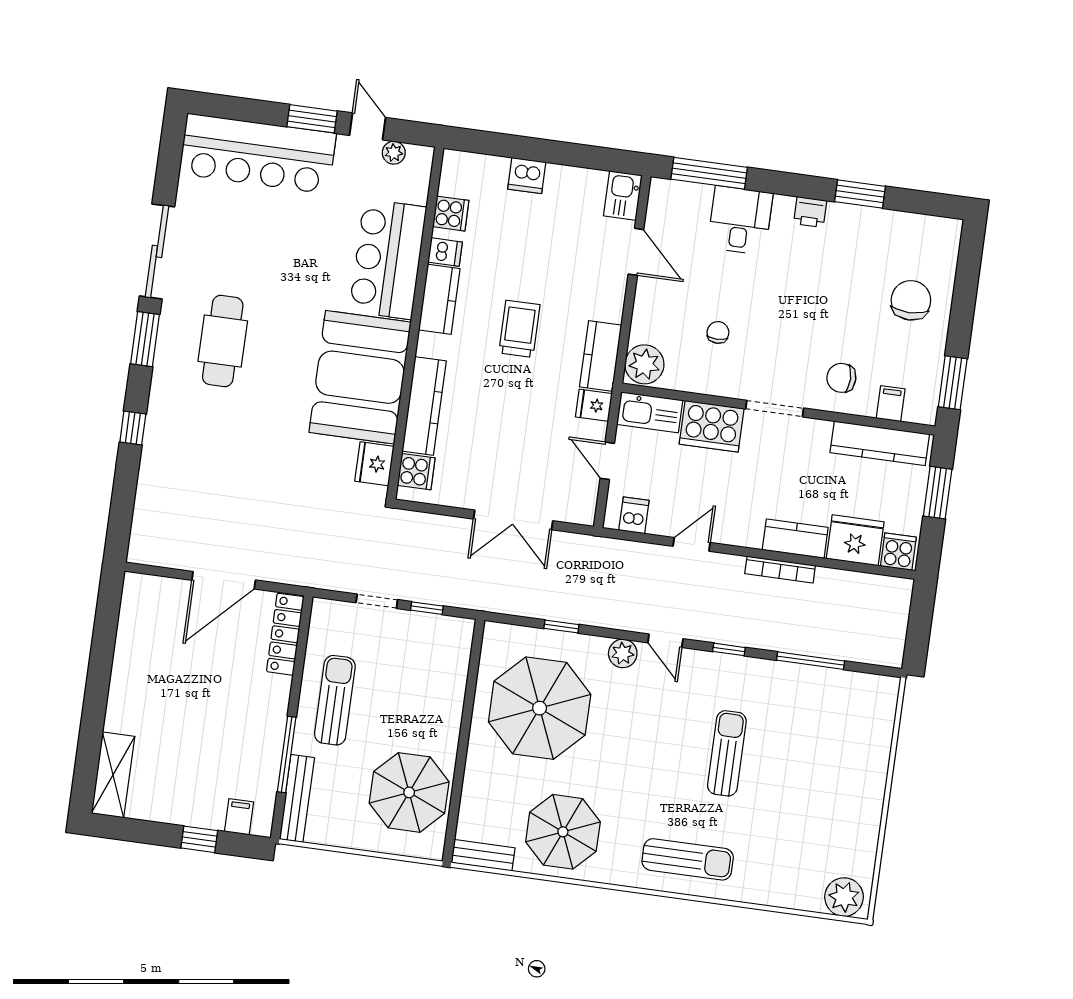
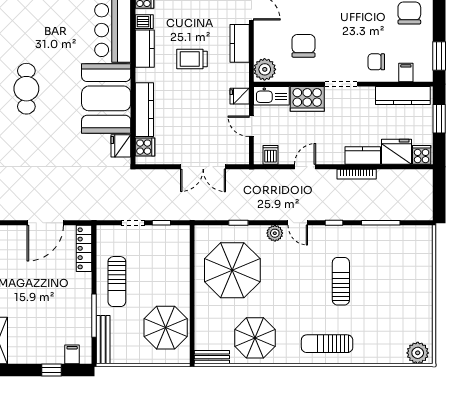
trolley: (519, 329) -> (192, 59), turned -90
chair: (718, 332) -> (304, 46), width x1.87, depth x1.87
kitchen counter: (601, 356) -> (240, 43), moved
sun lounger: (335, 700) -> (117, 282), turned 180
sun lounger: (688, 859) -> (327, 344), turned 180

